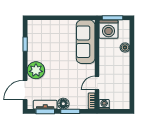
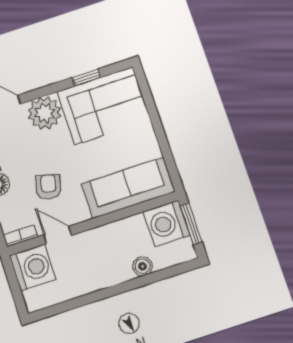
corner sofa: (42, 40) -> (104, 106), added
armchair: (72, 80) -> (48, 187), added
washing machine: (104, 104) -> (33, 267), width x1.89, depth x1.89

